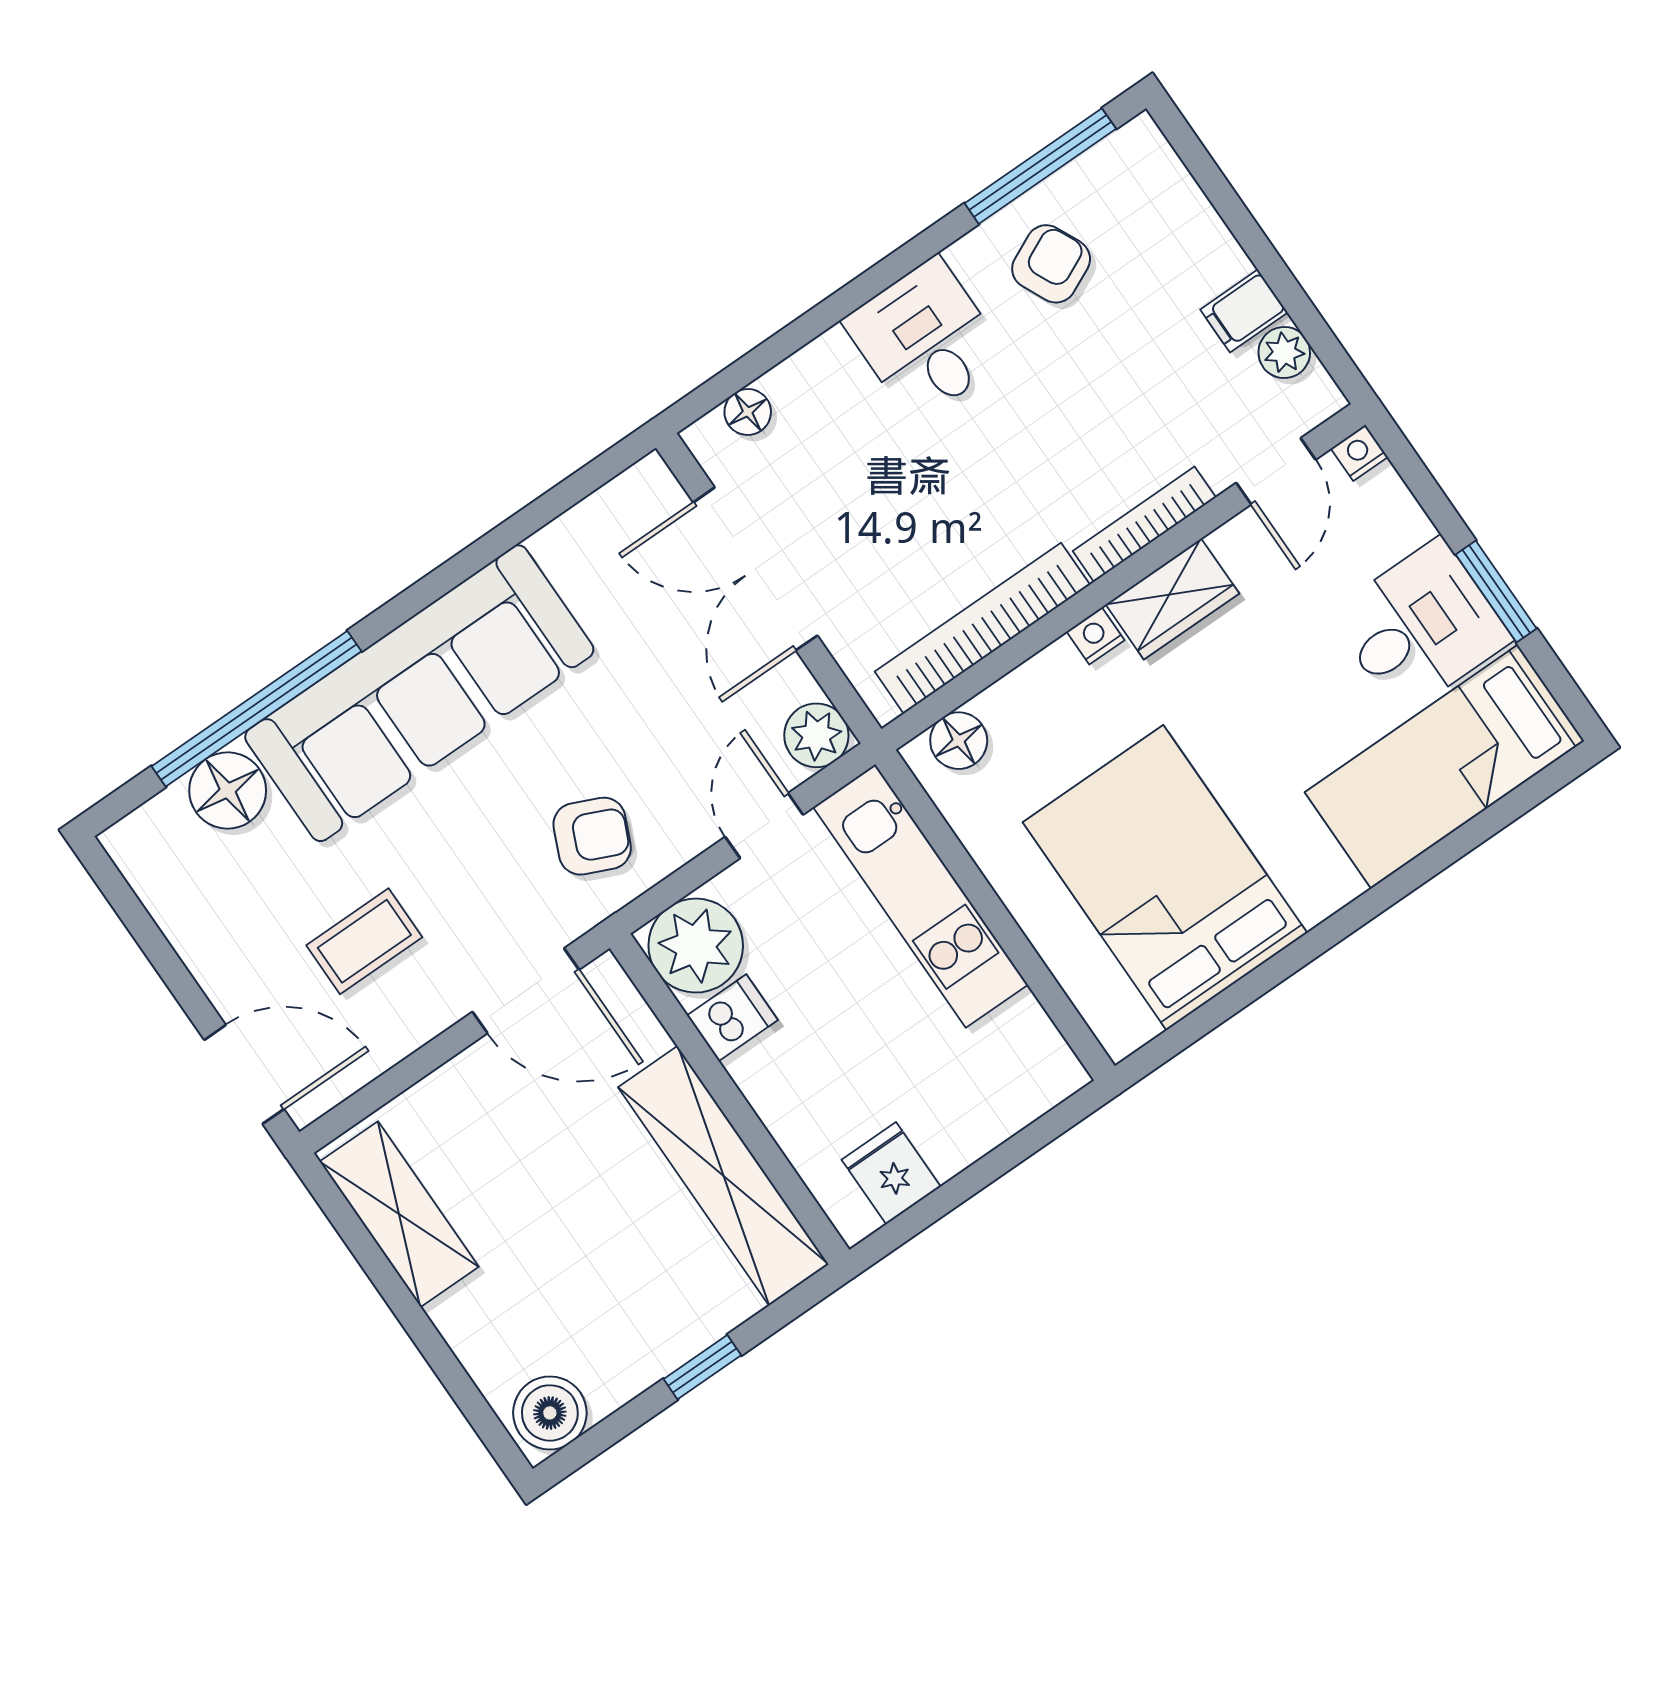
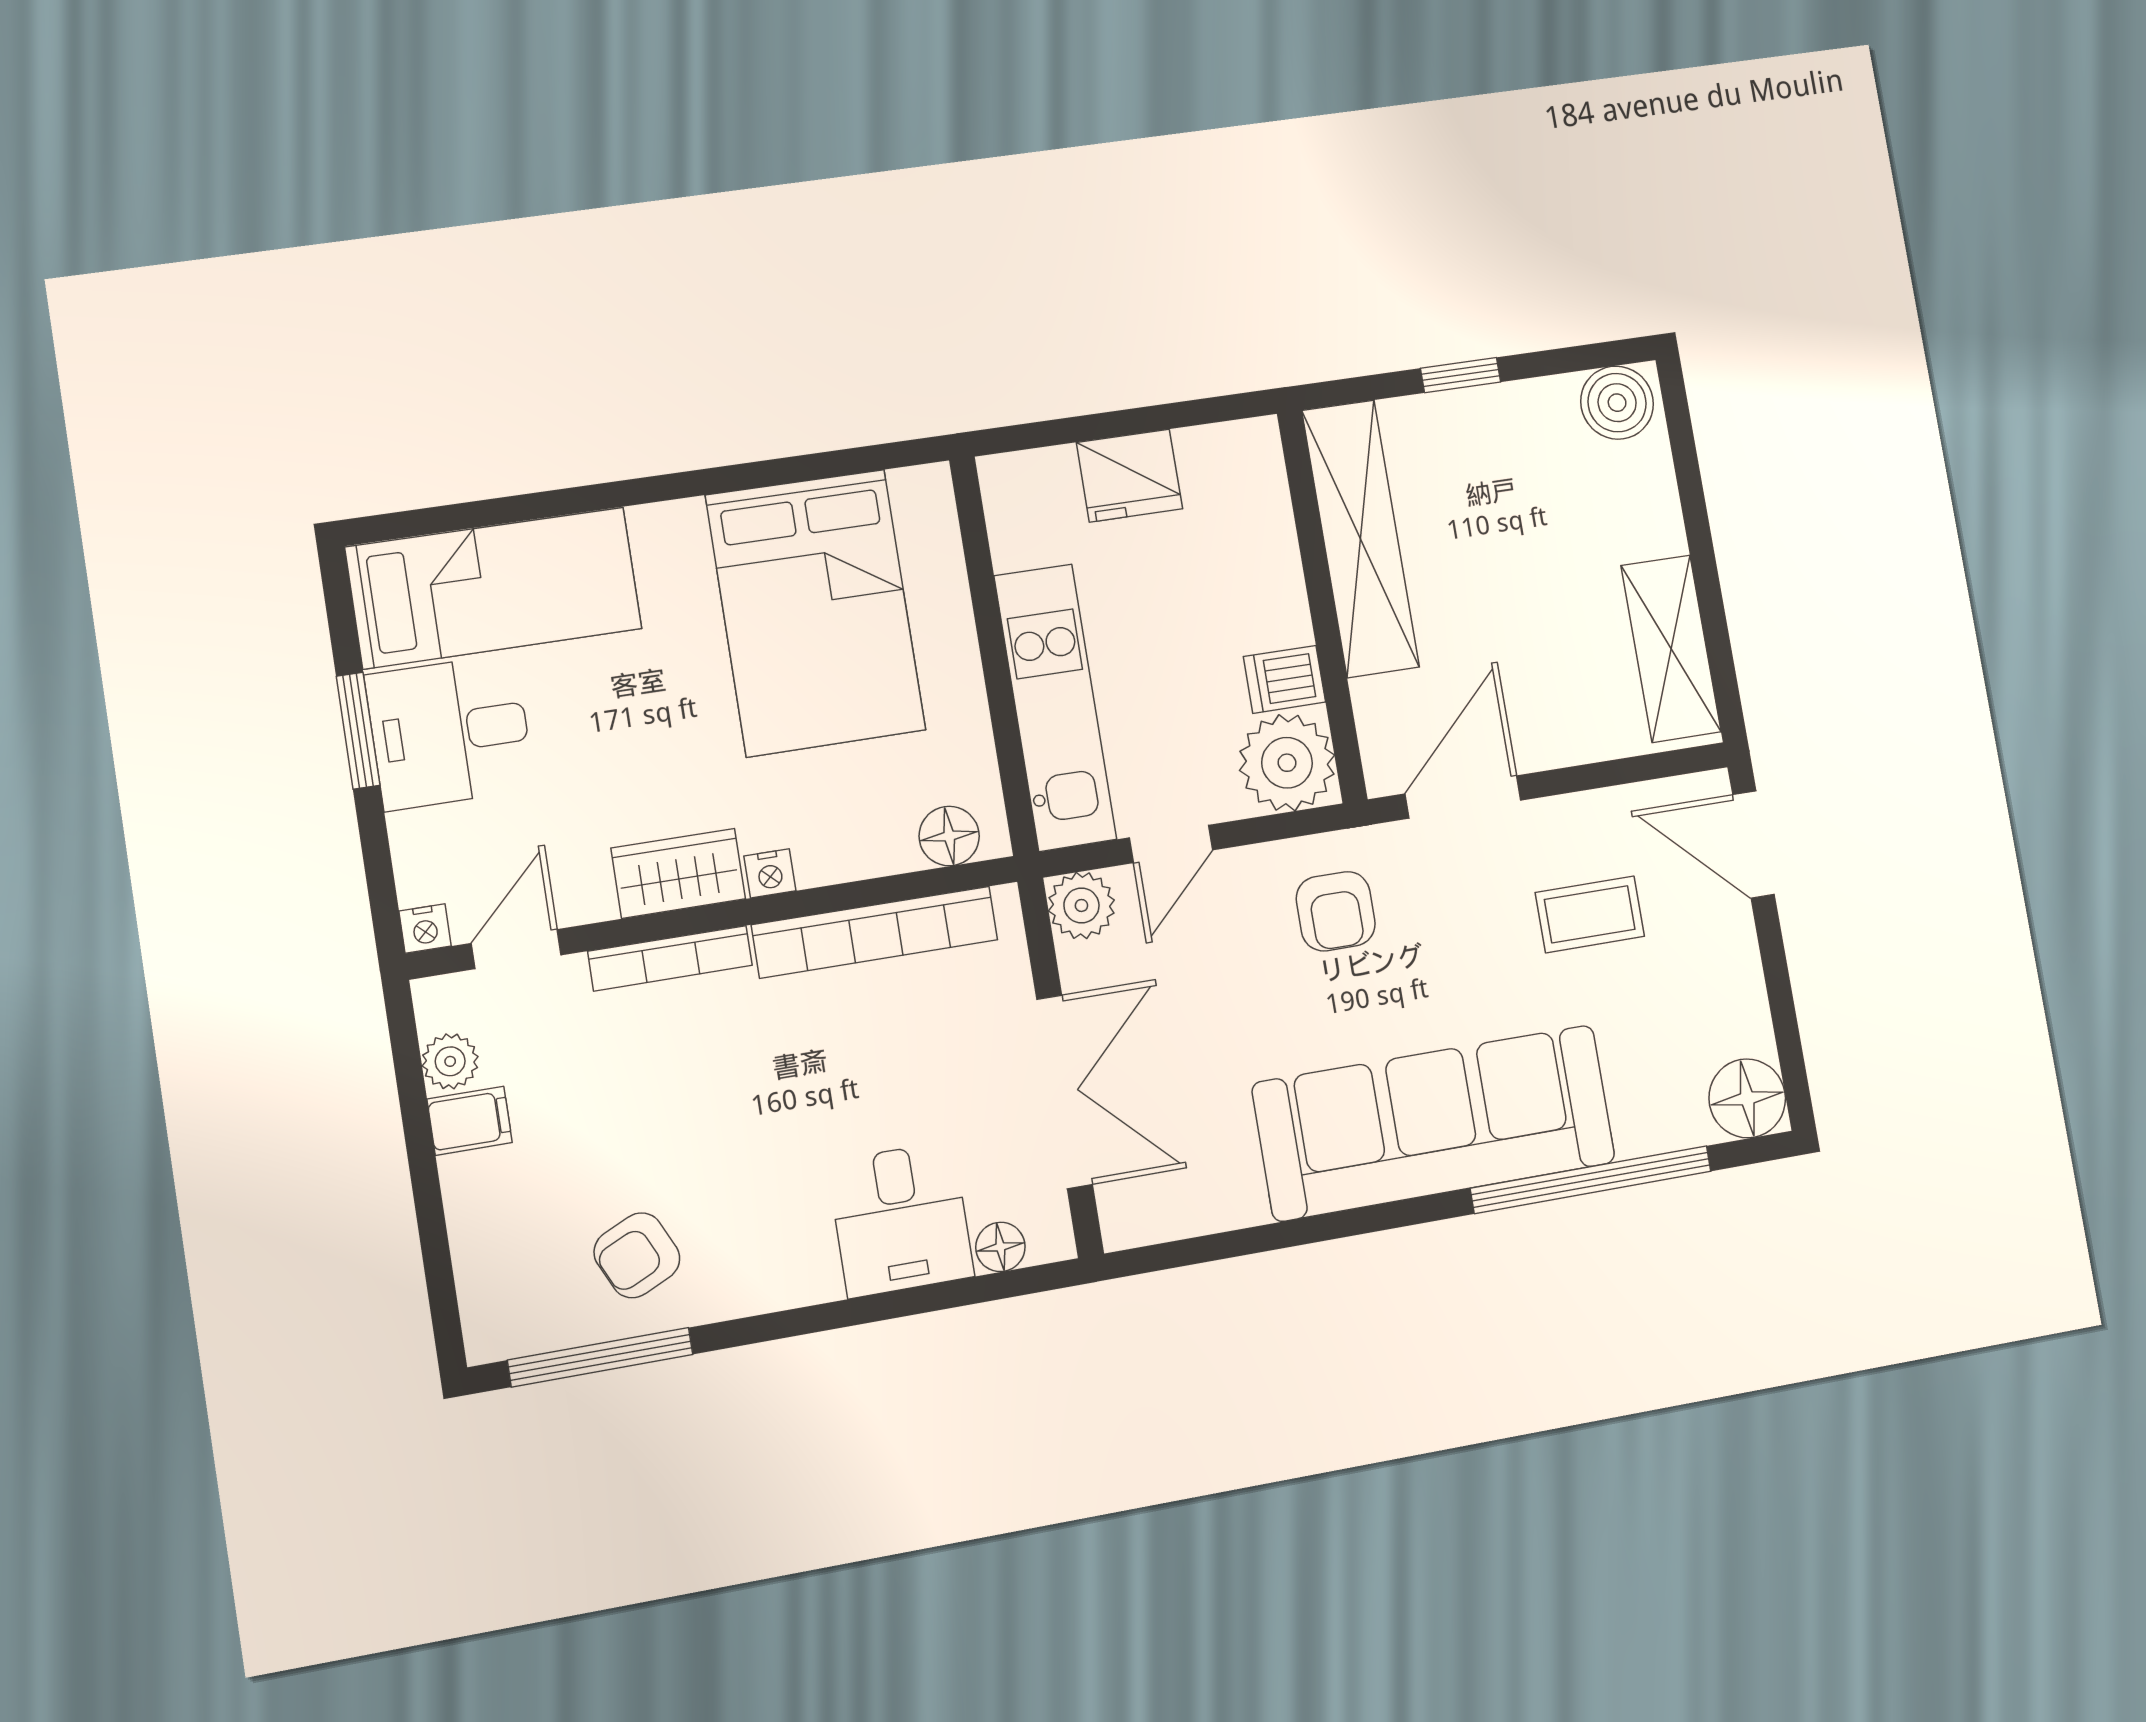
desk: (925, 340) -> (901, 1219), moved
floor lamp: (228, 790) -> (1747, 1098), moved
armchair: (592, 836) -> (1336, 911), turned -114
door: (526, 991) -> (1463, 797), hinge flipped
fridge: (891, 1173) -> (1129, 476), moved, width x1.38

